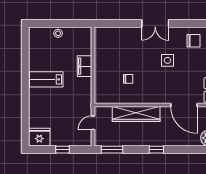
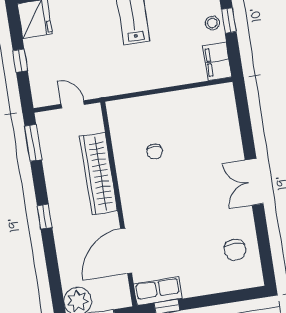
window: (58, 23) -> (229, 20), added
side table: (167, 60) -> (196, 212), removed
filing cabinet: (85, 66) -> (217, 61), moved, turned -90

